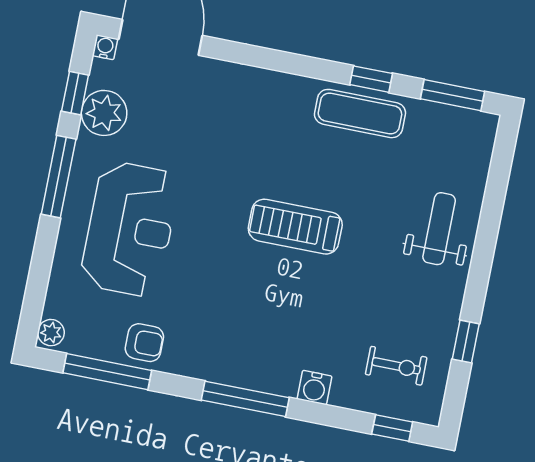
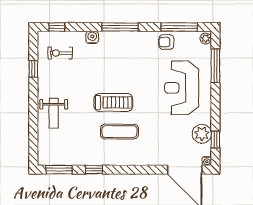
exercise mat: (360, 114) -> (119, 132), moved
window: (59, 177) -> (215, 66), moved

